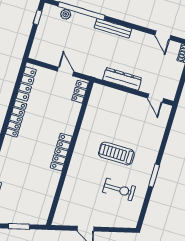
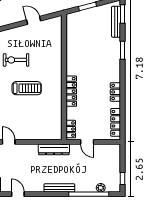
dresser: (122, 79) -> (54, 149), moved
locker: (16, 119) -> (115, 92), width x0.66
locker: (61, 152) -> (71, 91), moved

